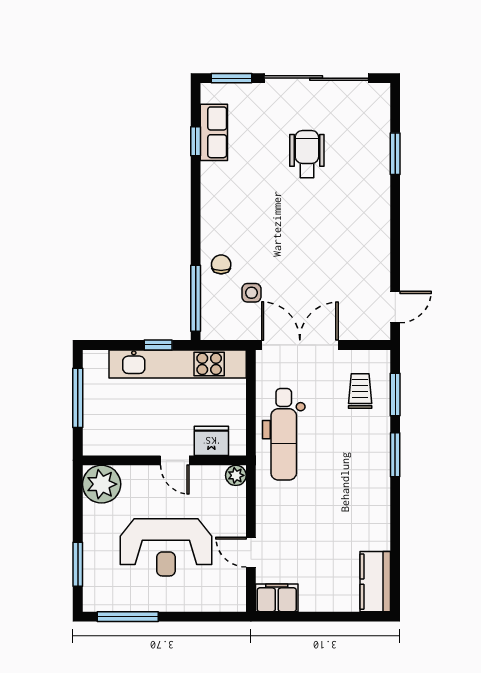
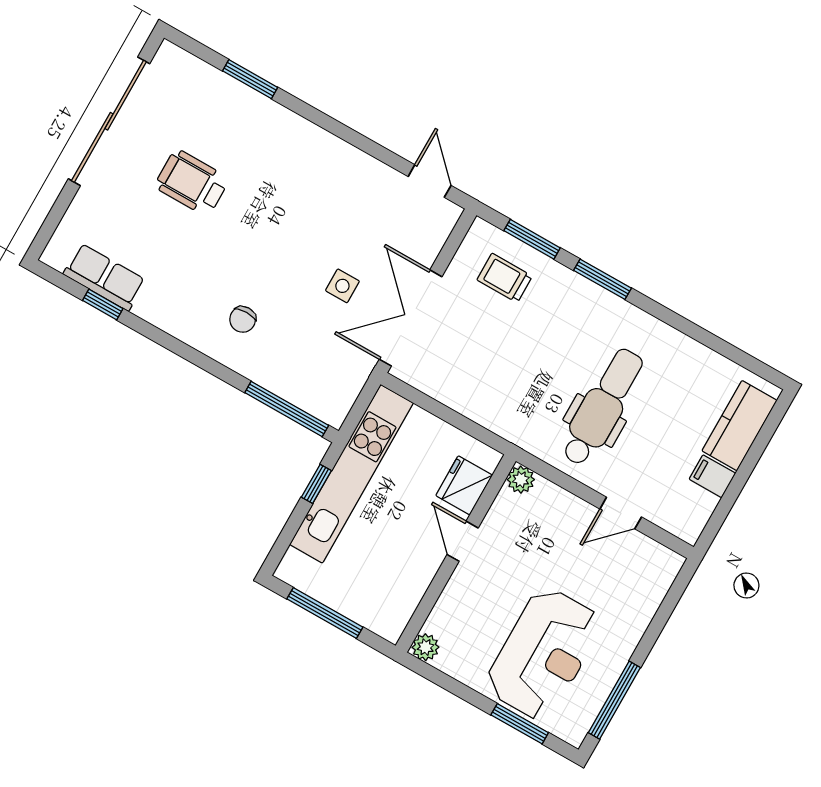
window: (231, 78) -> (53, 220), removed
chair: (221, 264) -> (243, 319), moved, turned -90
side table: (251, 293) -> (342, 286), moved
dental chair: (284, 434) -> (602, 407), moved, turned -90
door: (175, 460) -> (463, 541), swing flipped
plant: (102, 484) -> (425, 647), width x0.53, depth x0.53
reception desk: (166, 547) -> (544, 654), moved
kitchen counter: (375, 582) -> (739, 426), moved, turned 90
filing cabinet: (277, 598) -> (712, 476), moved, width x0.50

